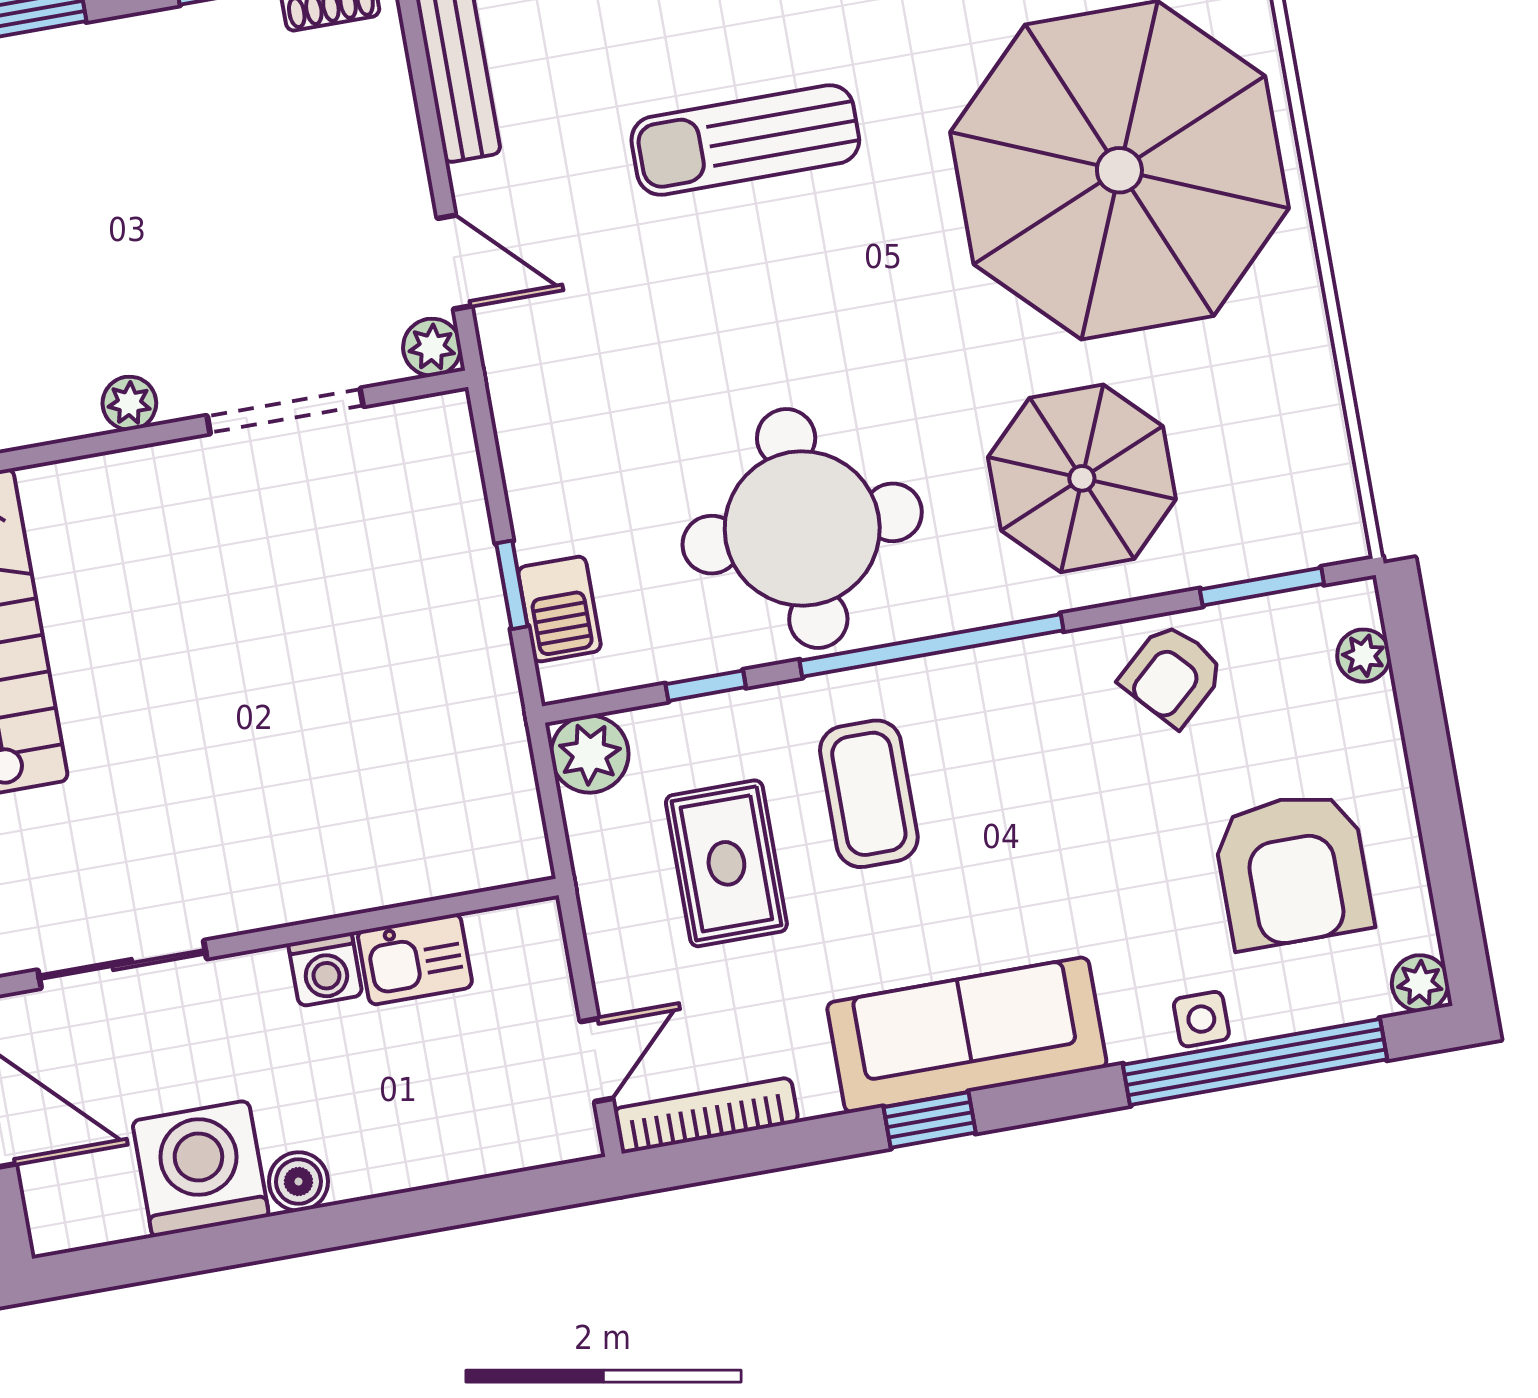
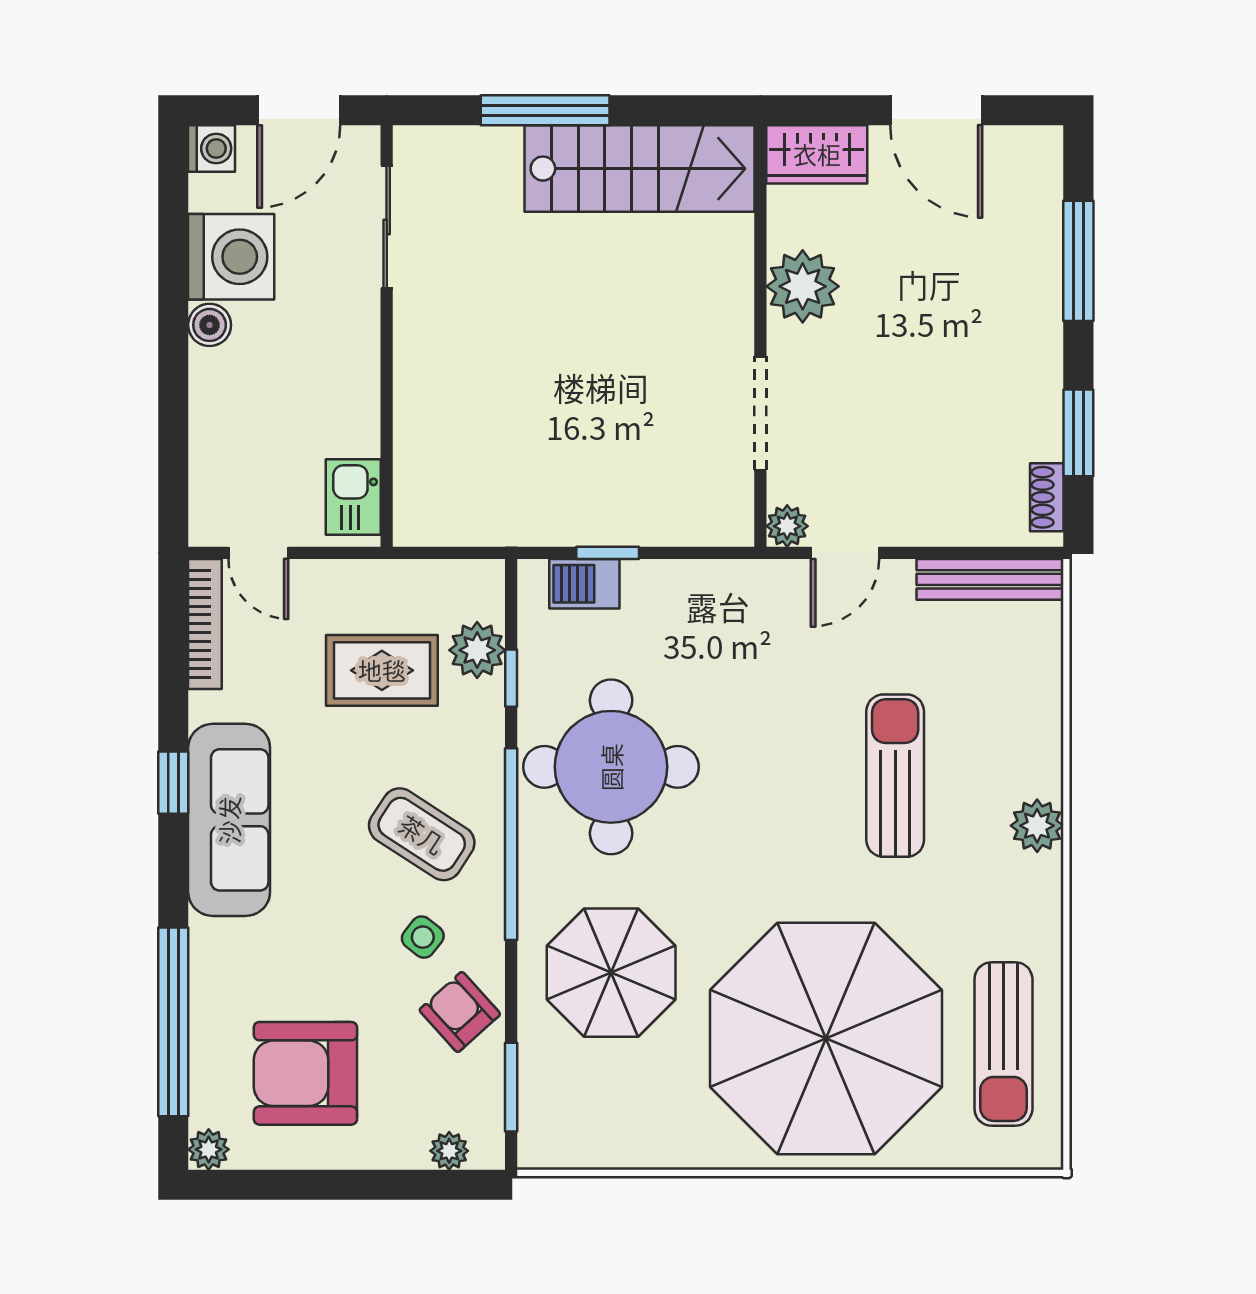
plant: (129, 403) -> (803, 286), width x1.88, depth x1.88
plant: (590, 754) -> (477, 650), moved
coffee table: (869, 794) -> (422, 834), moved, turned 33
kitchen sink: (415, 959) -> (353, 497), moved
washing machine: (325, 969) -> (212, 148), moved, turned 180
side table: (1201, 1019) -> (423, 937), moved, turned 38

